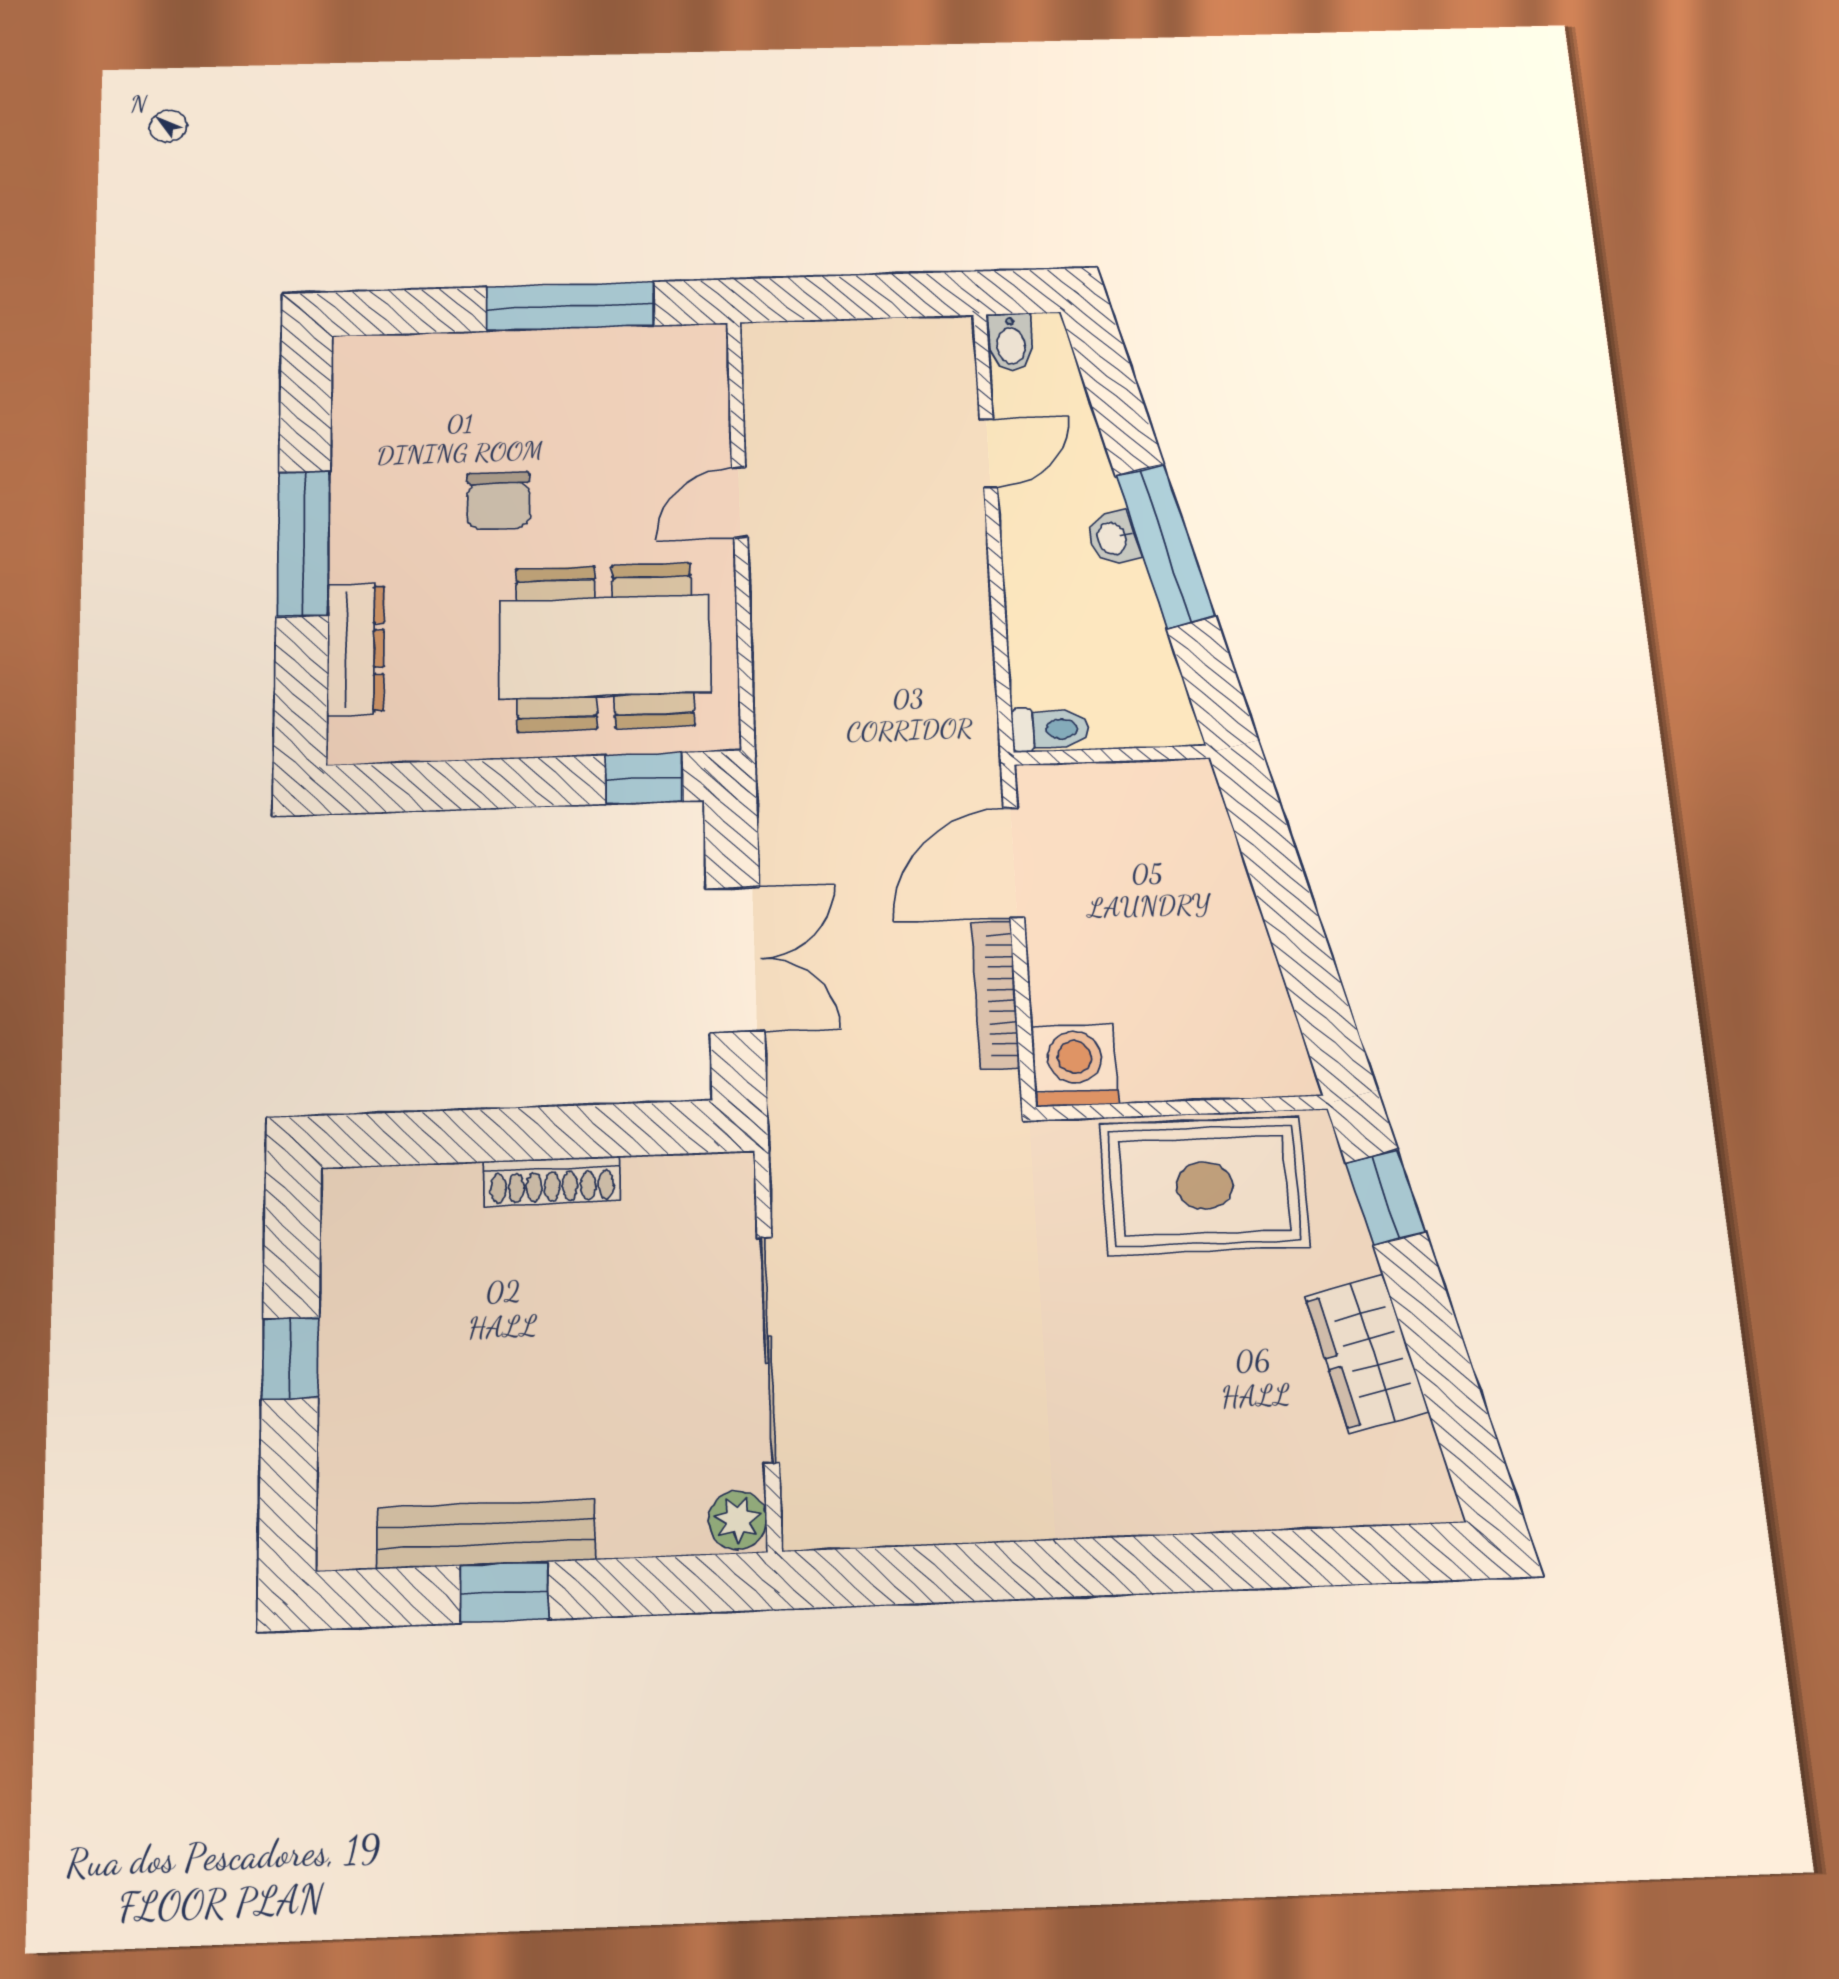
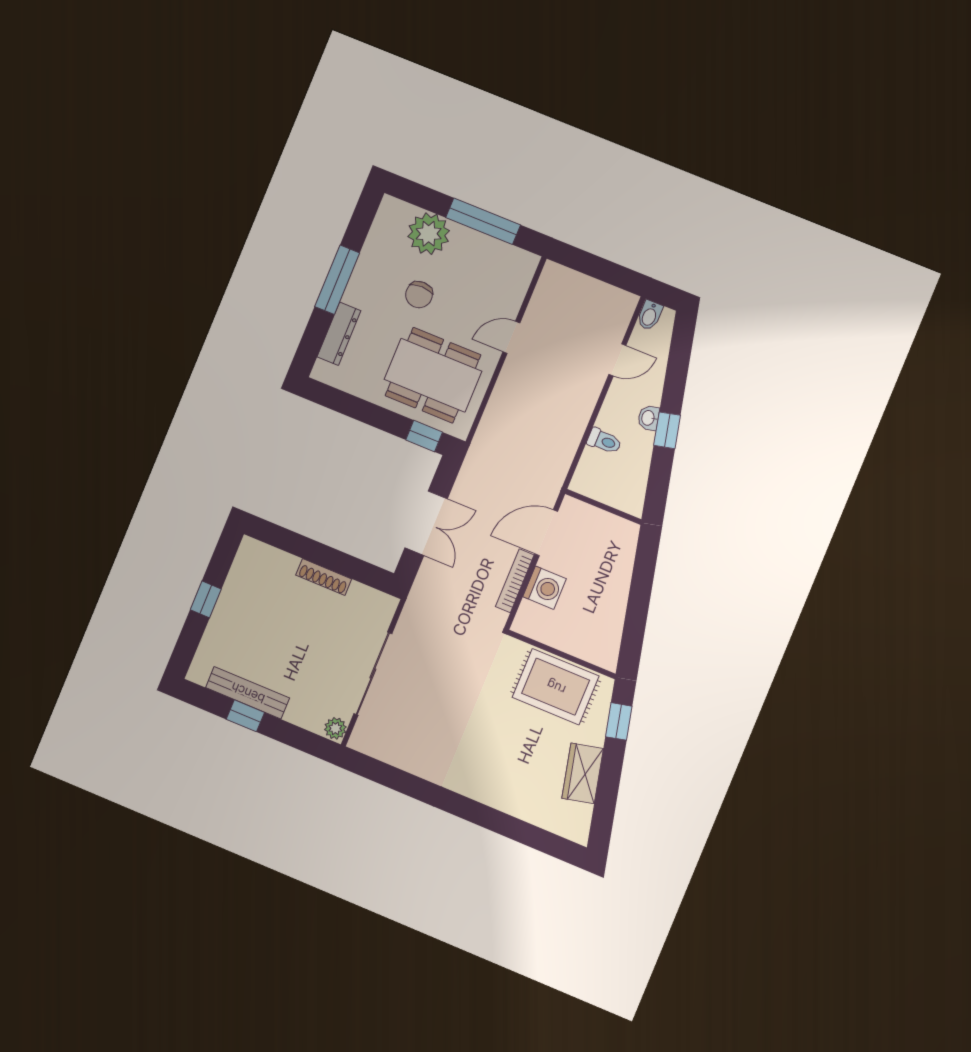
plant: (464, 375) -> (429, 234), added
window: (1165, 546) -> (667, 430), width x0.46
toilet: (1051, 729) -> (604, 441), moved
washing machine: (1075, 1065) -> (545, 588), moved, turned 90

